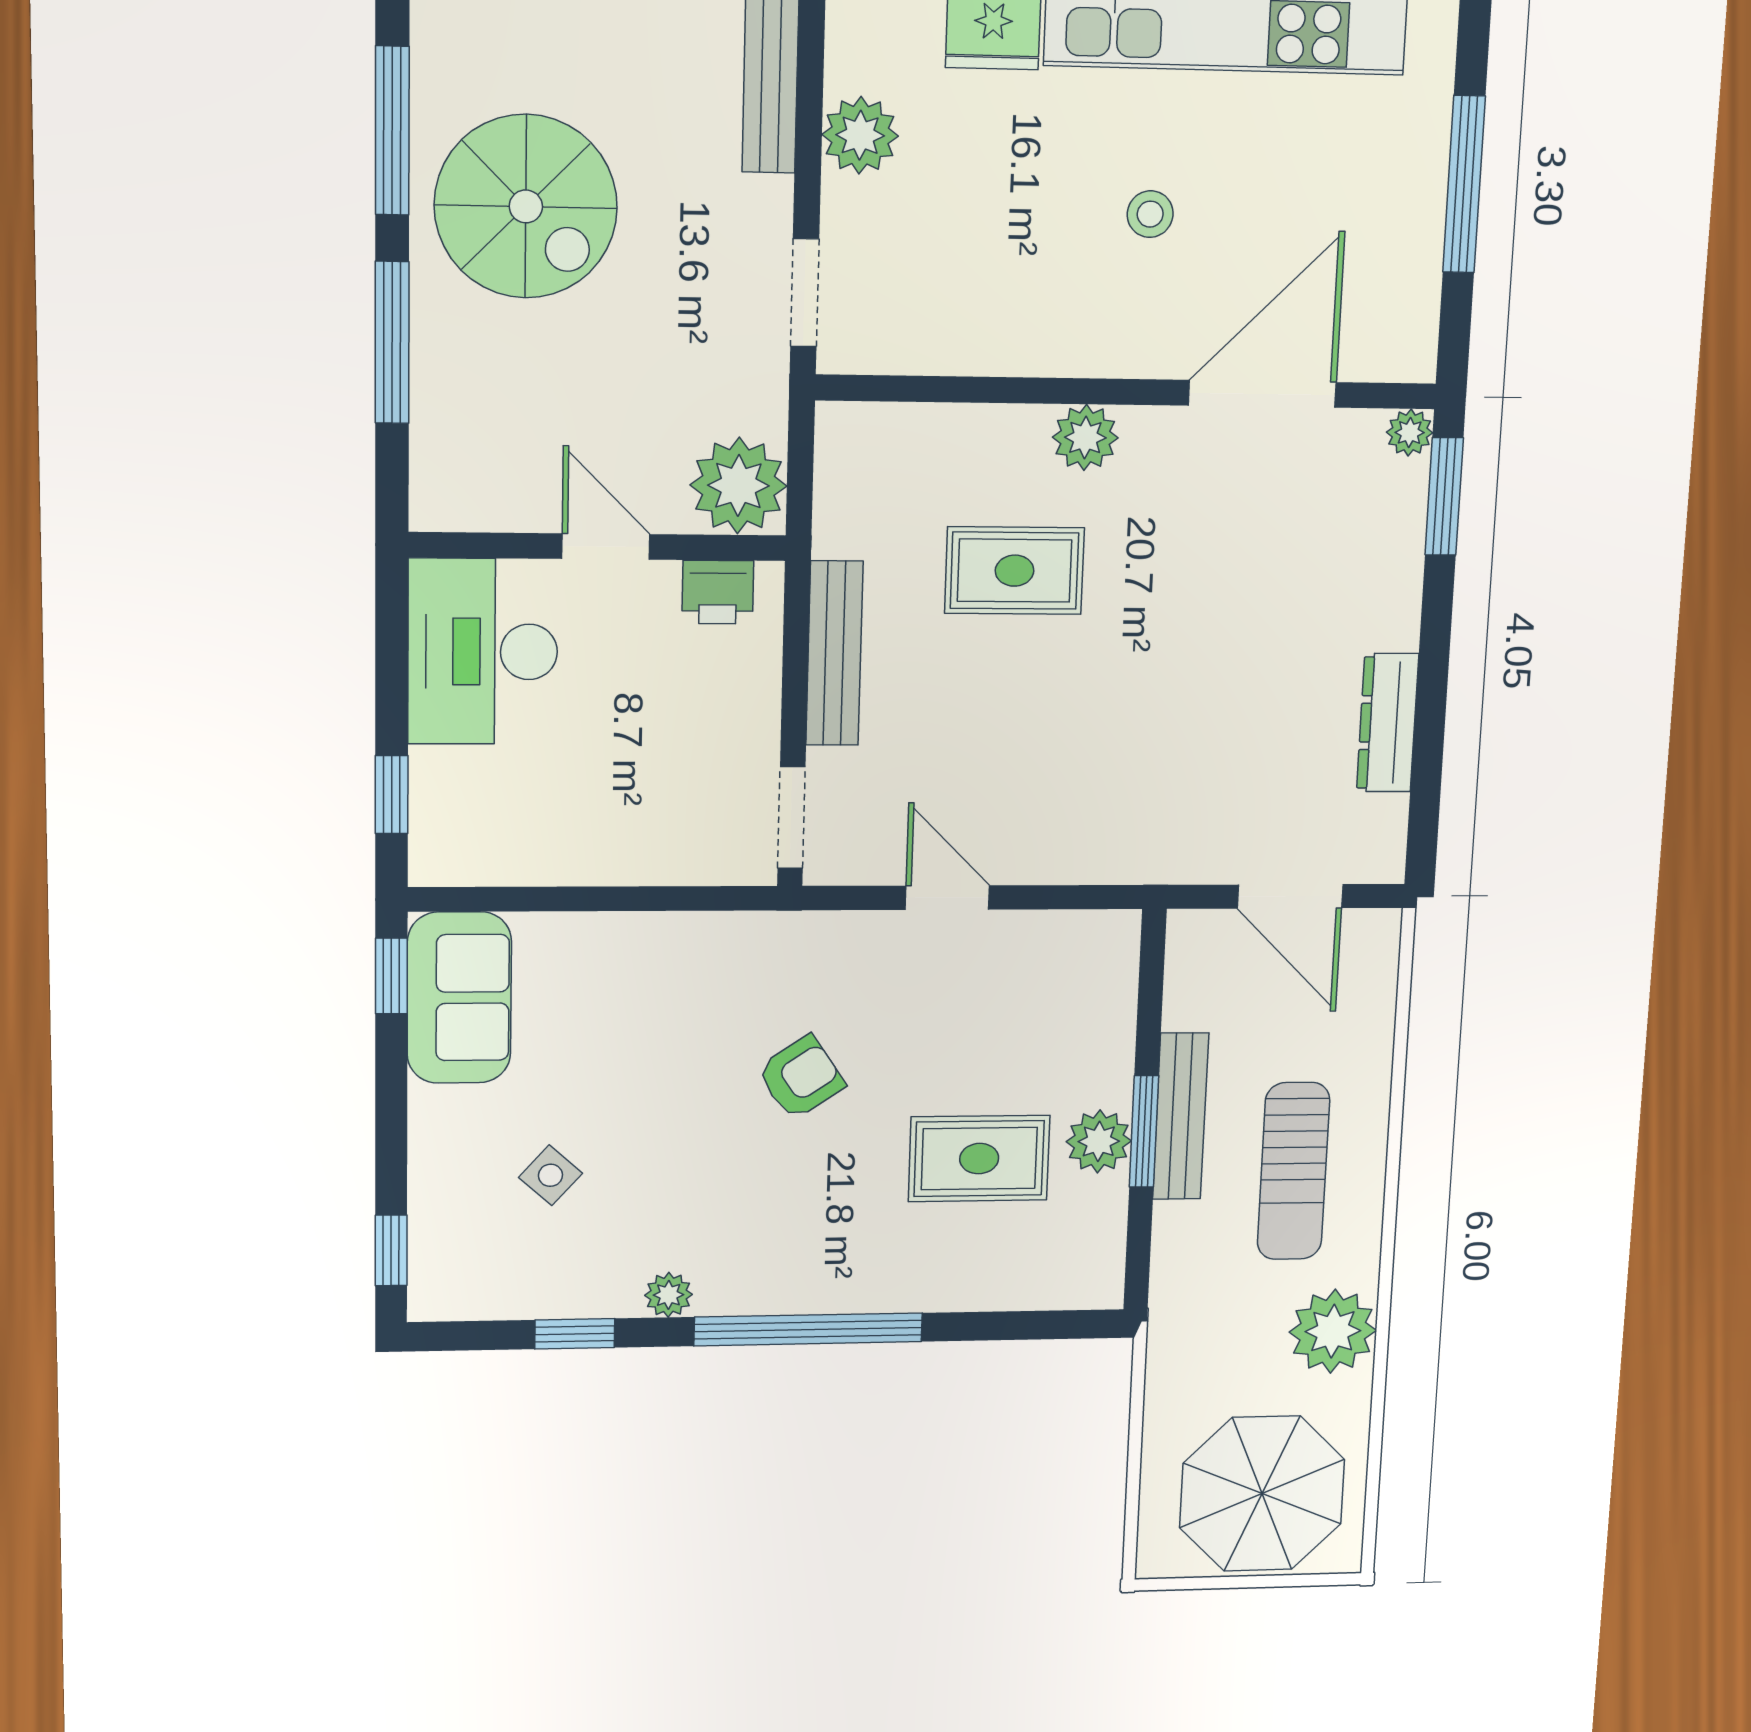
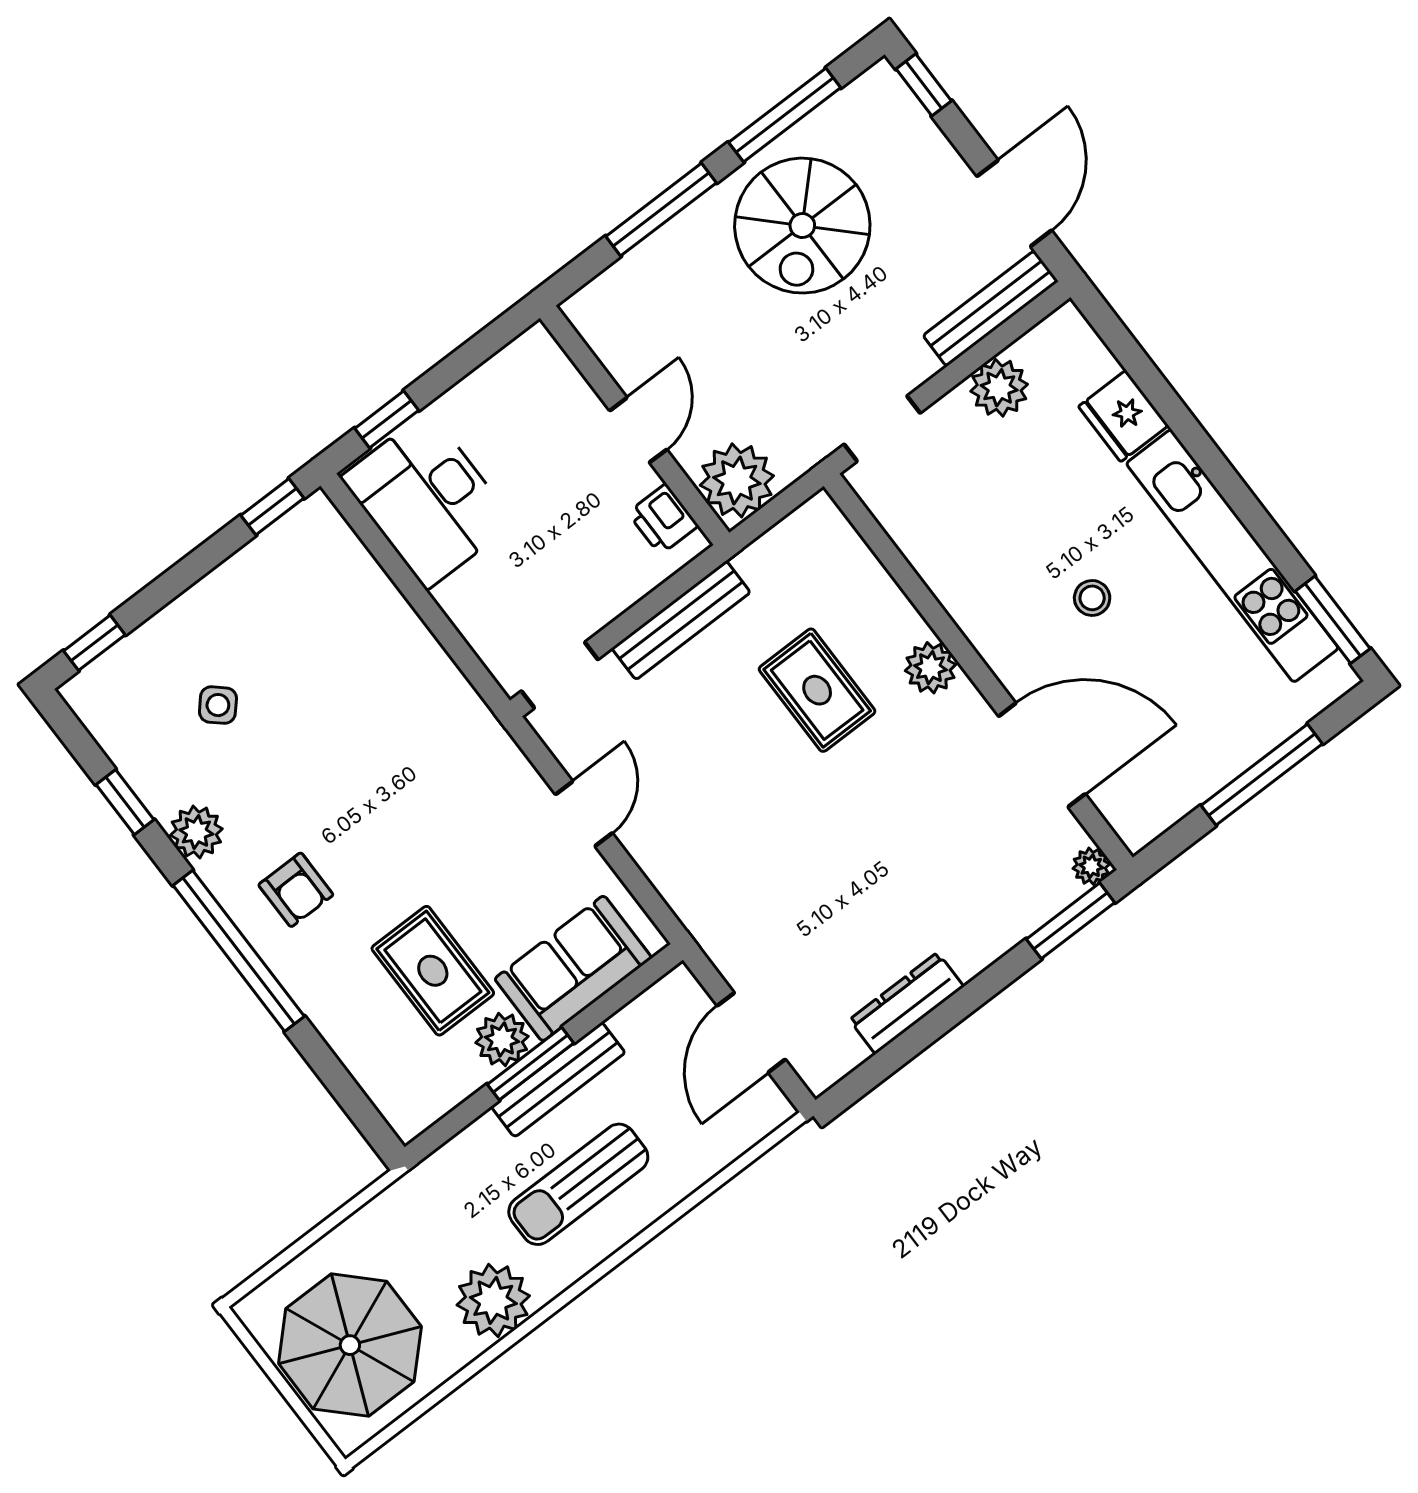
desk: (483, 652) -> (428, 500), moved, turned -90
sofa: (459, 998) -> (573, 968), moved, turned 180
armchair: (801, 1077) -> (296, 890), moved, turned 34
plant: (669, 1295) -> (196, 832), width x1.38, depth x1.38

